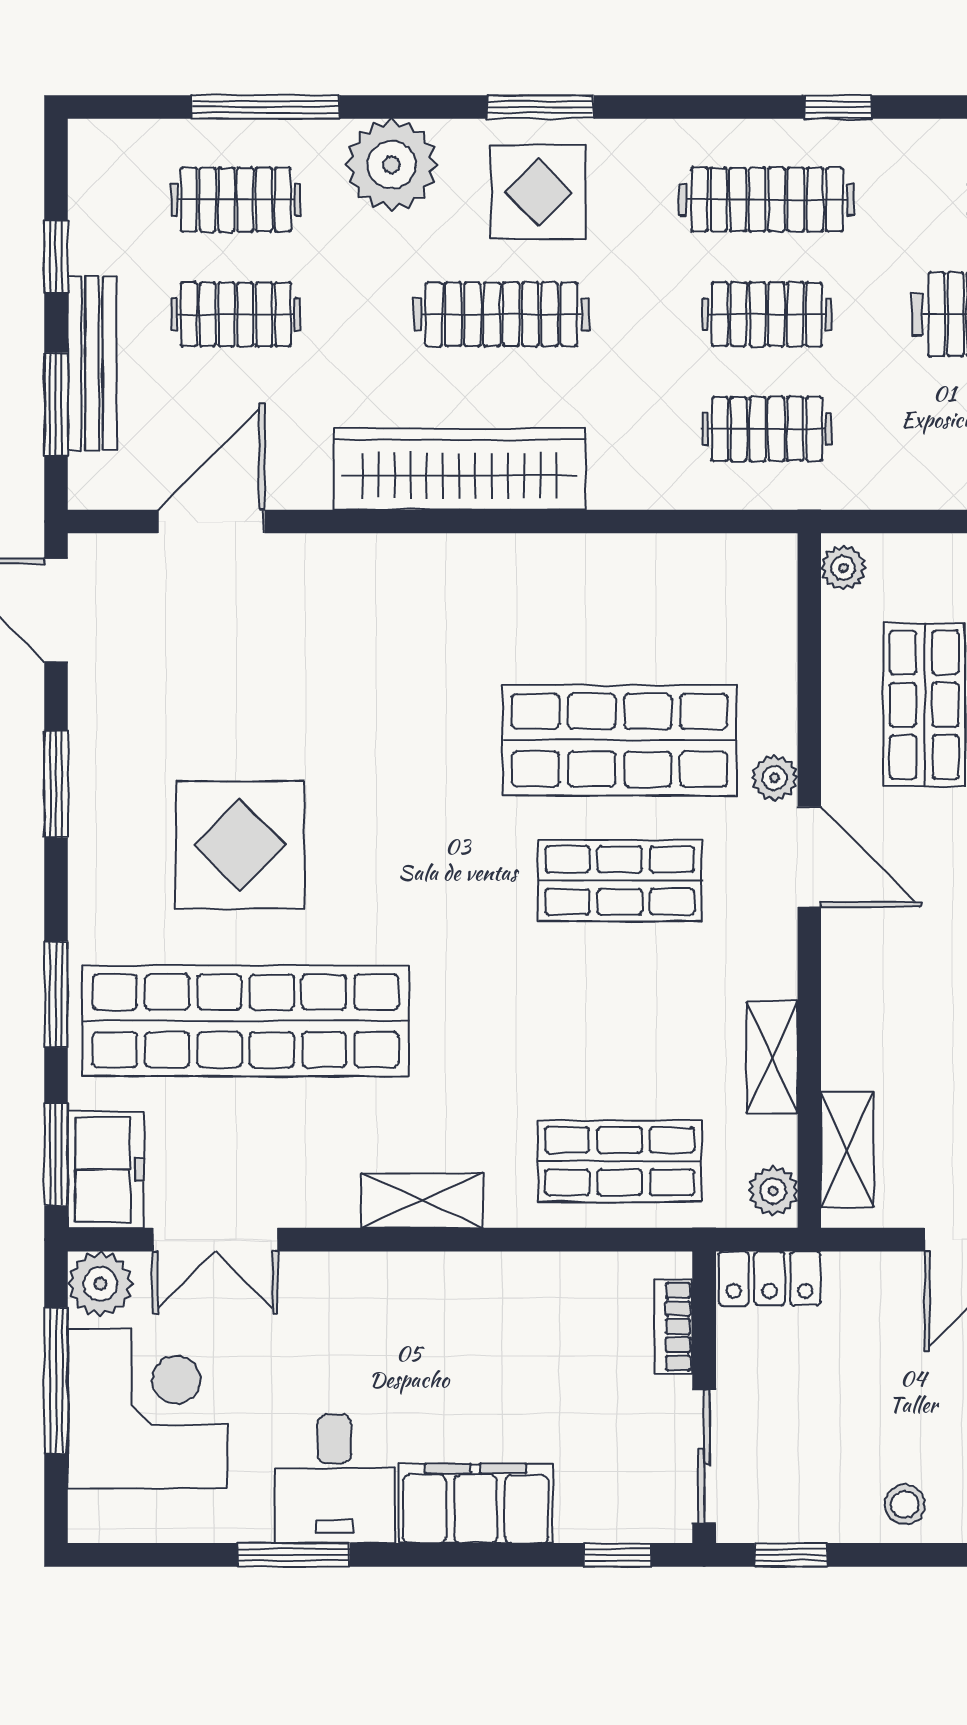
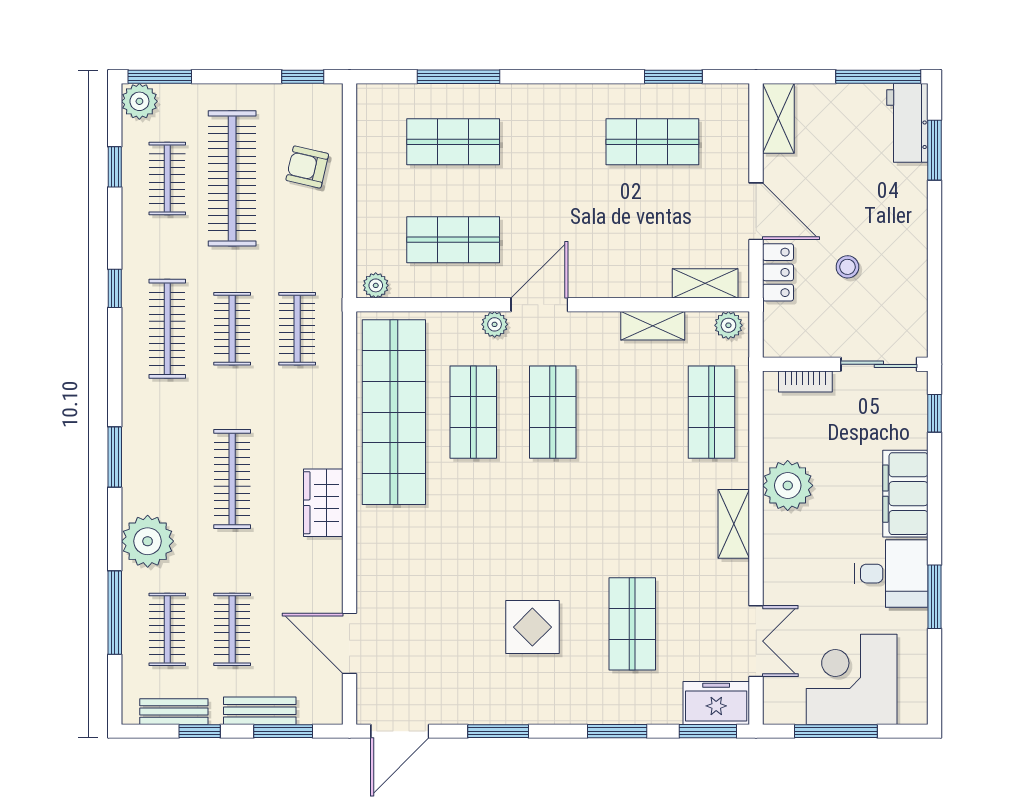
display table: (538, 192) -> (163, 458), removed
bench: (91, 211) -> (174, 712), added
bench: (92, 363) -> (260, 711), width x0.73
wardrobe: (460, 469) -> (323, 503), width x0.48, depth x0.85
shop shelf: (620, 600) -> (394, 412), added
shop shelf: (620, 740) -> (473, 412), width x0.70, depth x0.74
display table: (240, 845) -> (532, 627), width x0.73, depth x0.73
shop shelf: (246, 1021) -> (632, 624), width x0.50, depth x0.74
locker: (770, 1278) -> (778, 272), moved
plant: (100, 1284) -> (788, 485), moved, width x1.36, depth x1.36
stool: (905, 1504) -> (847, 267), moved
window: (791, 1555) -> (934, 315), removed

